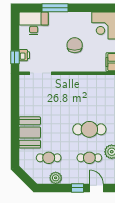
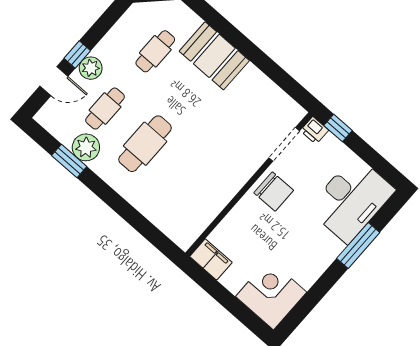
desk: (34, 23) -> (351, 199), width x1.36, depth x1.30
chair: (75, 45) -> (274, 192), moved
printer: (24, 55) -> (314, 130), moved
plant: (56, 178) -> (91, 68), moved

